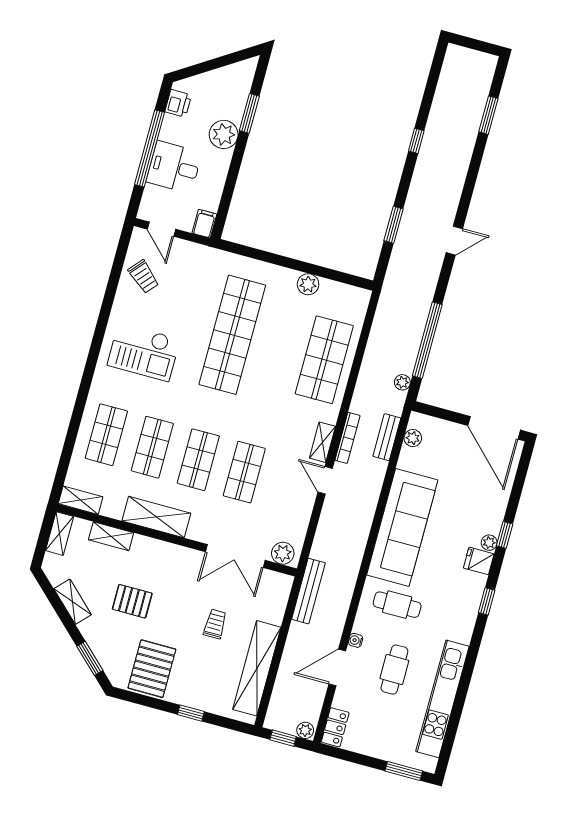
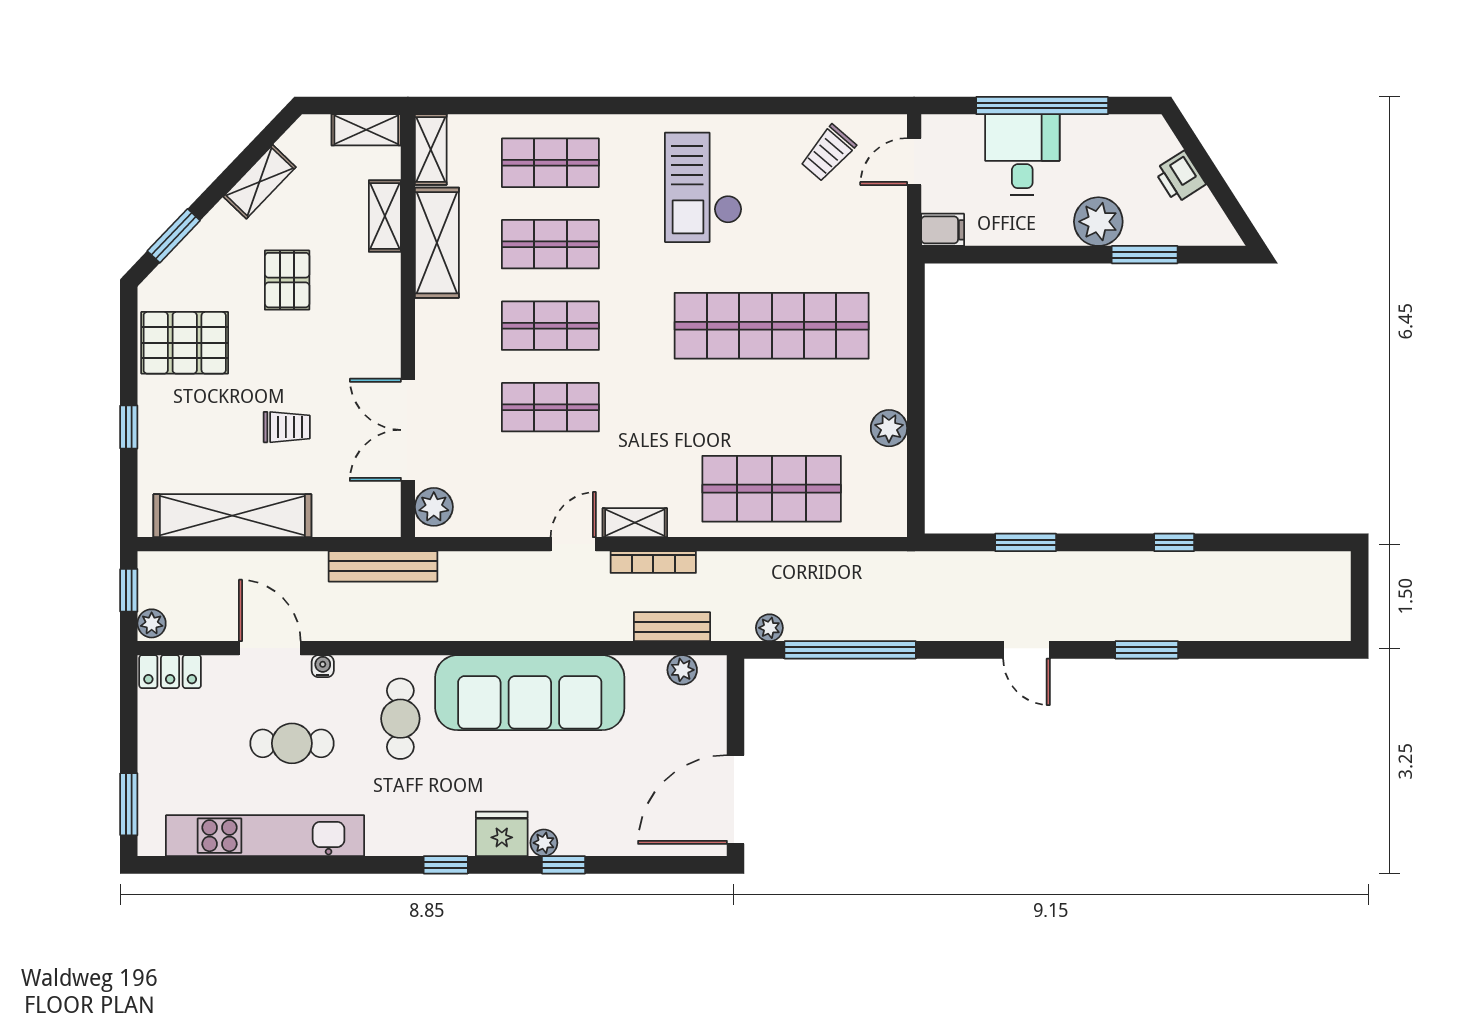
printer: (178, 103) -> (1180, 177), moved, turned 57
window: (488, 115) -> (1147, 650), moved
shelving: (156, 517) -> (437, 243), moved
fridge: (479, 561) -> (502, 834), width x1.38

